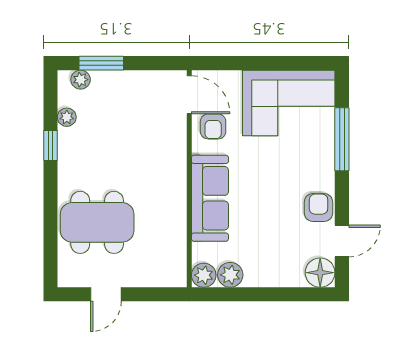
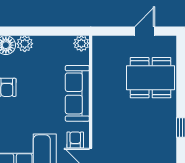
plant: (67, 117) -> (170, 146), removed
plant: (230, 275) -> (25, 44), moved

